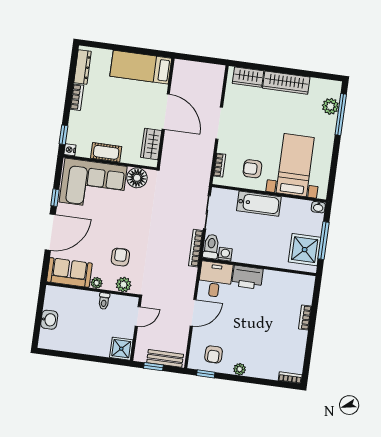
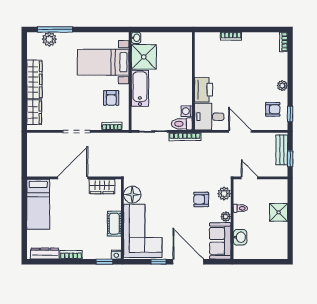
window: (324, 241) -> (164, 29), removed
shower: (305, 250) -> (144, 57), moved
washbasin: (49, 320) -> (240, 237), moved, turned 90
shower: (121, 349) -> (279, 212), moved

